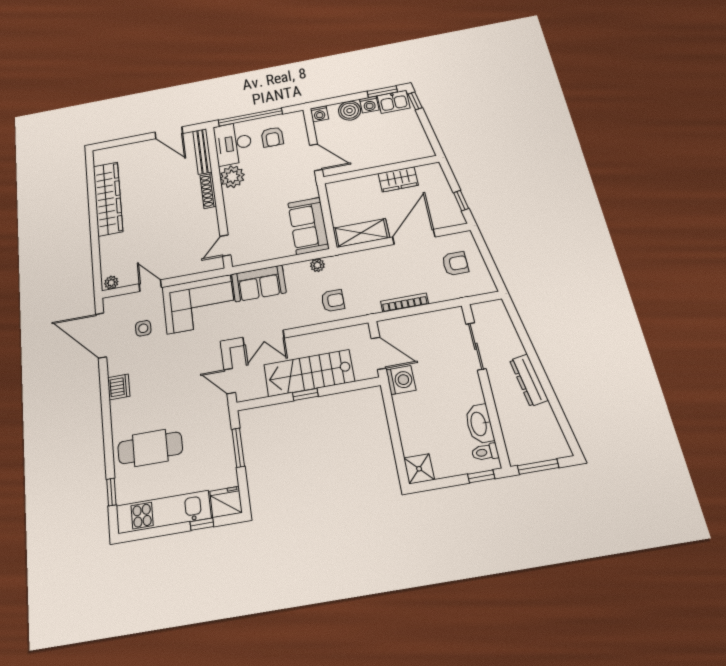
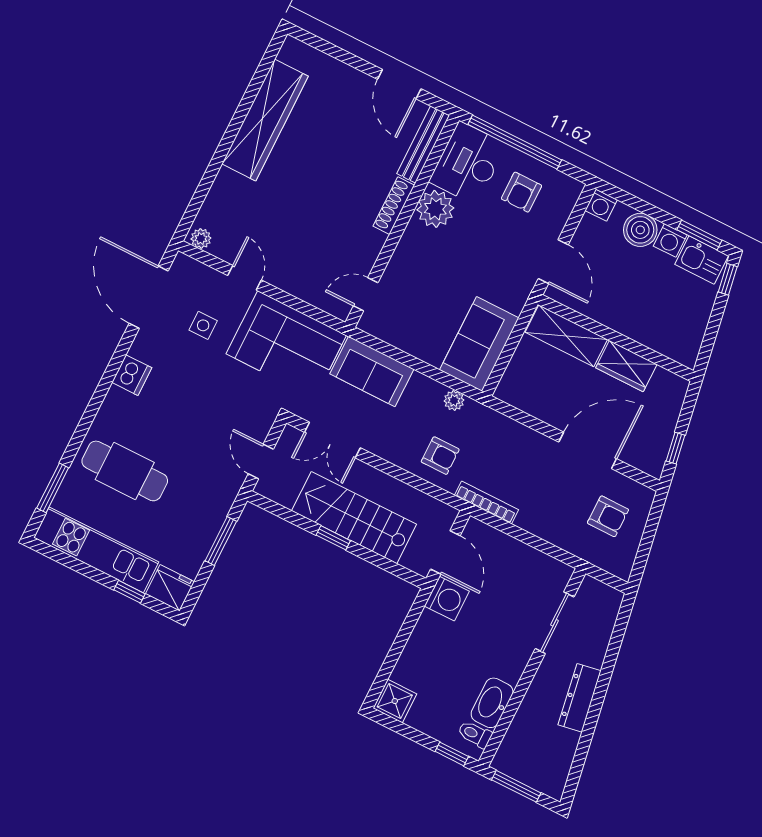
shelving: (361, 233) -> (566, 336), moved
bookcase: (405, 303) -> (486, 503), moved
window: (111, 492) -> (53, 488), width x1.50

